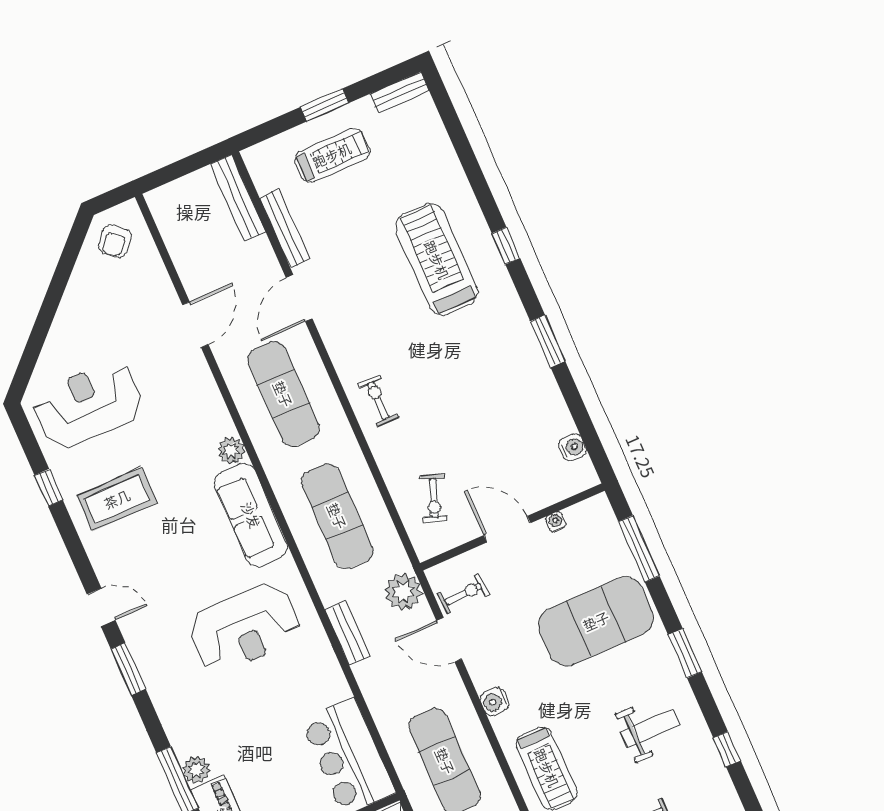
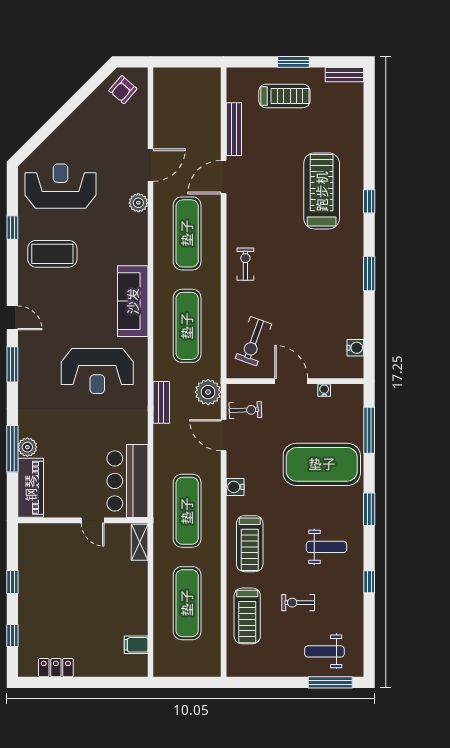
bench: (238, 198) -> (213, 96), removed
plant: (231, 450) -> (138, 203), moved
exercise bike: (434, 498) -> (253, 341), width x1.38, depth x1.39

